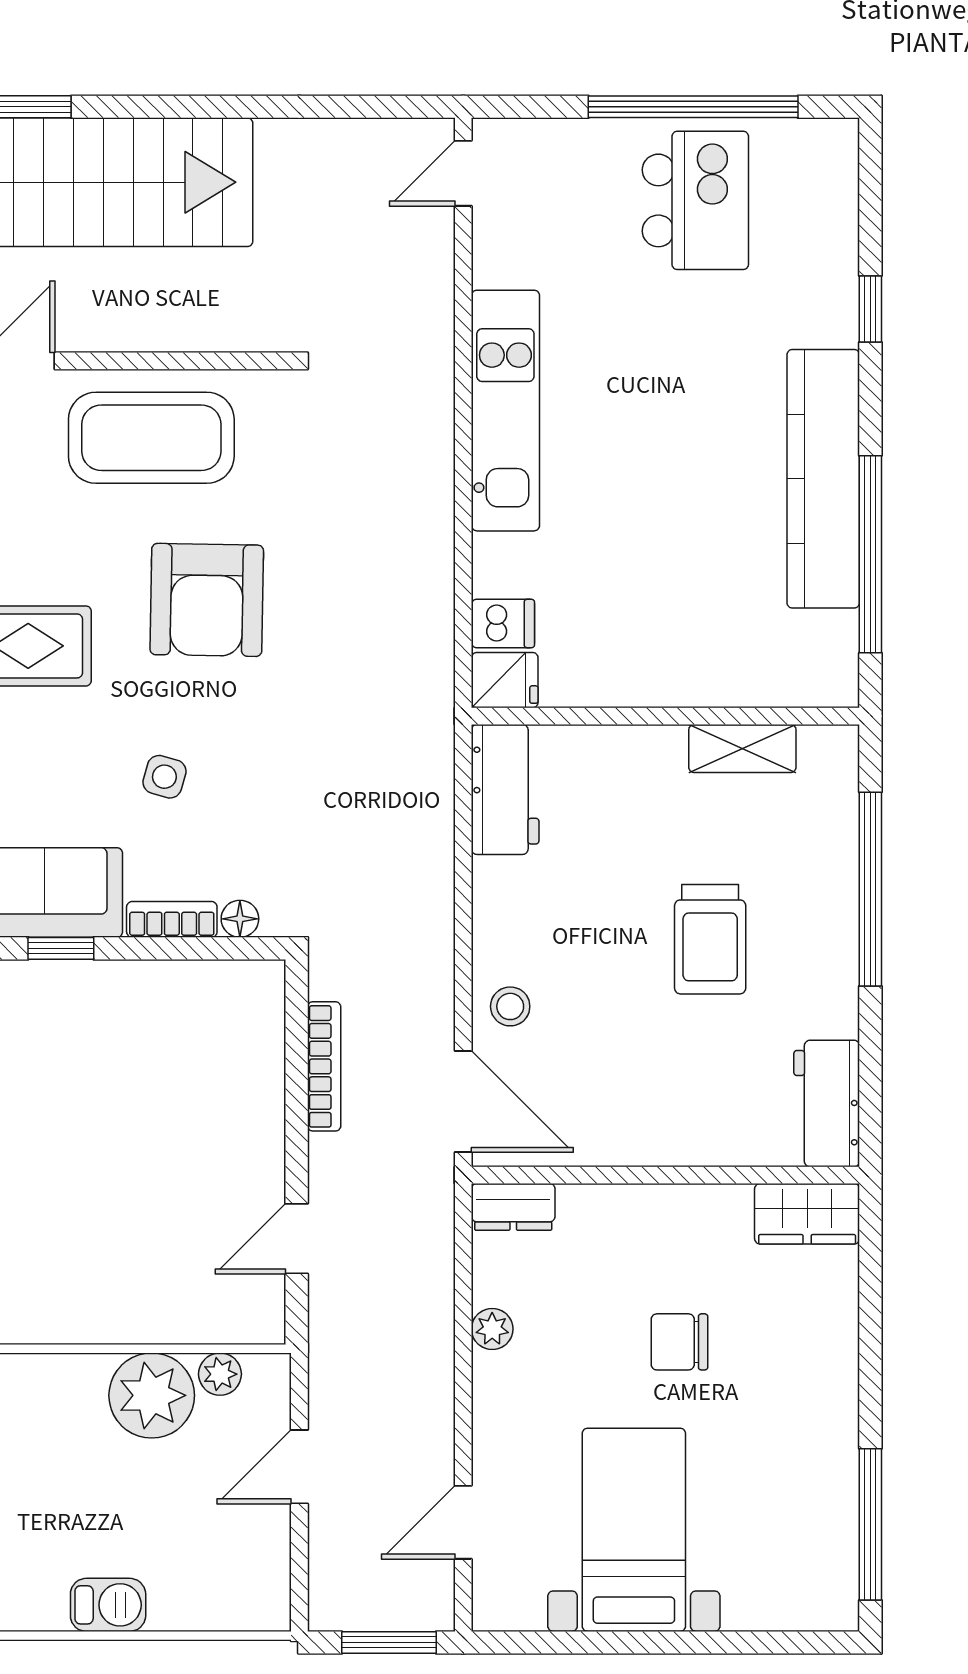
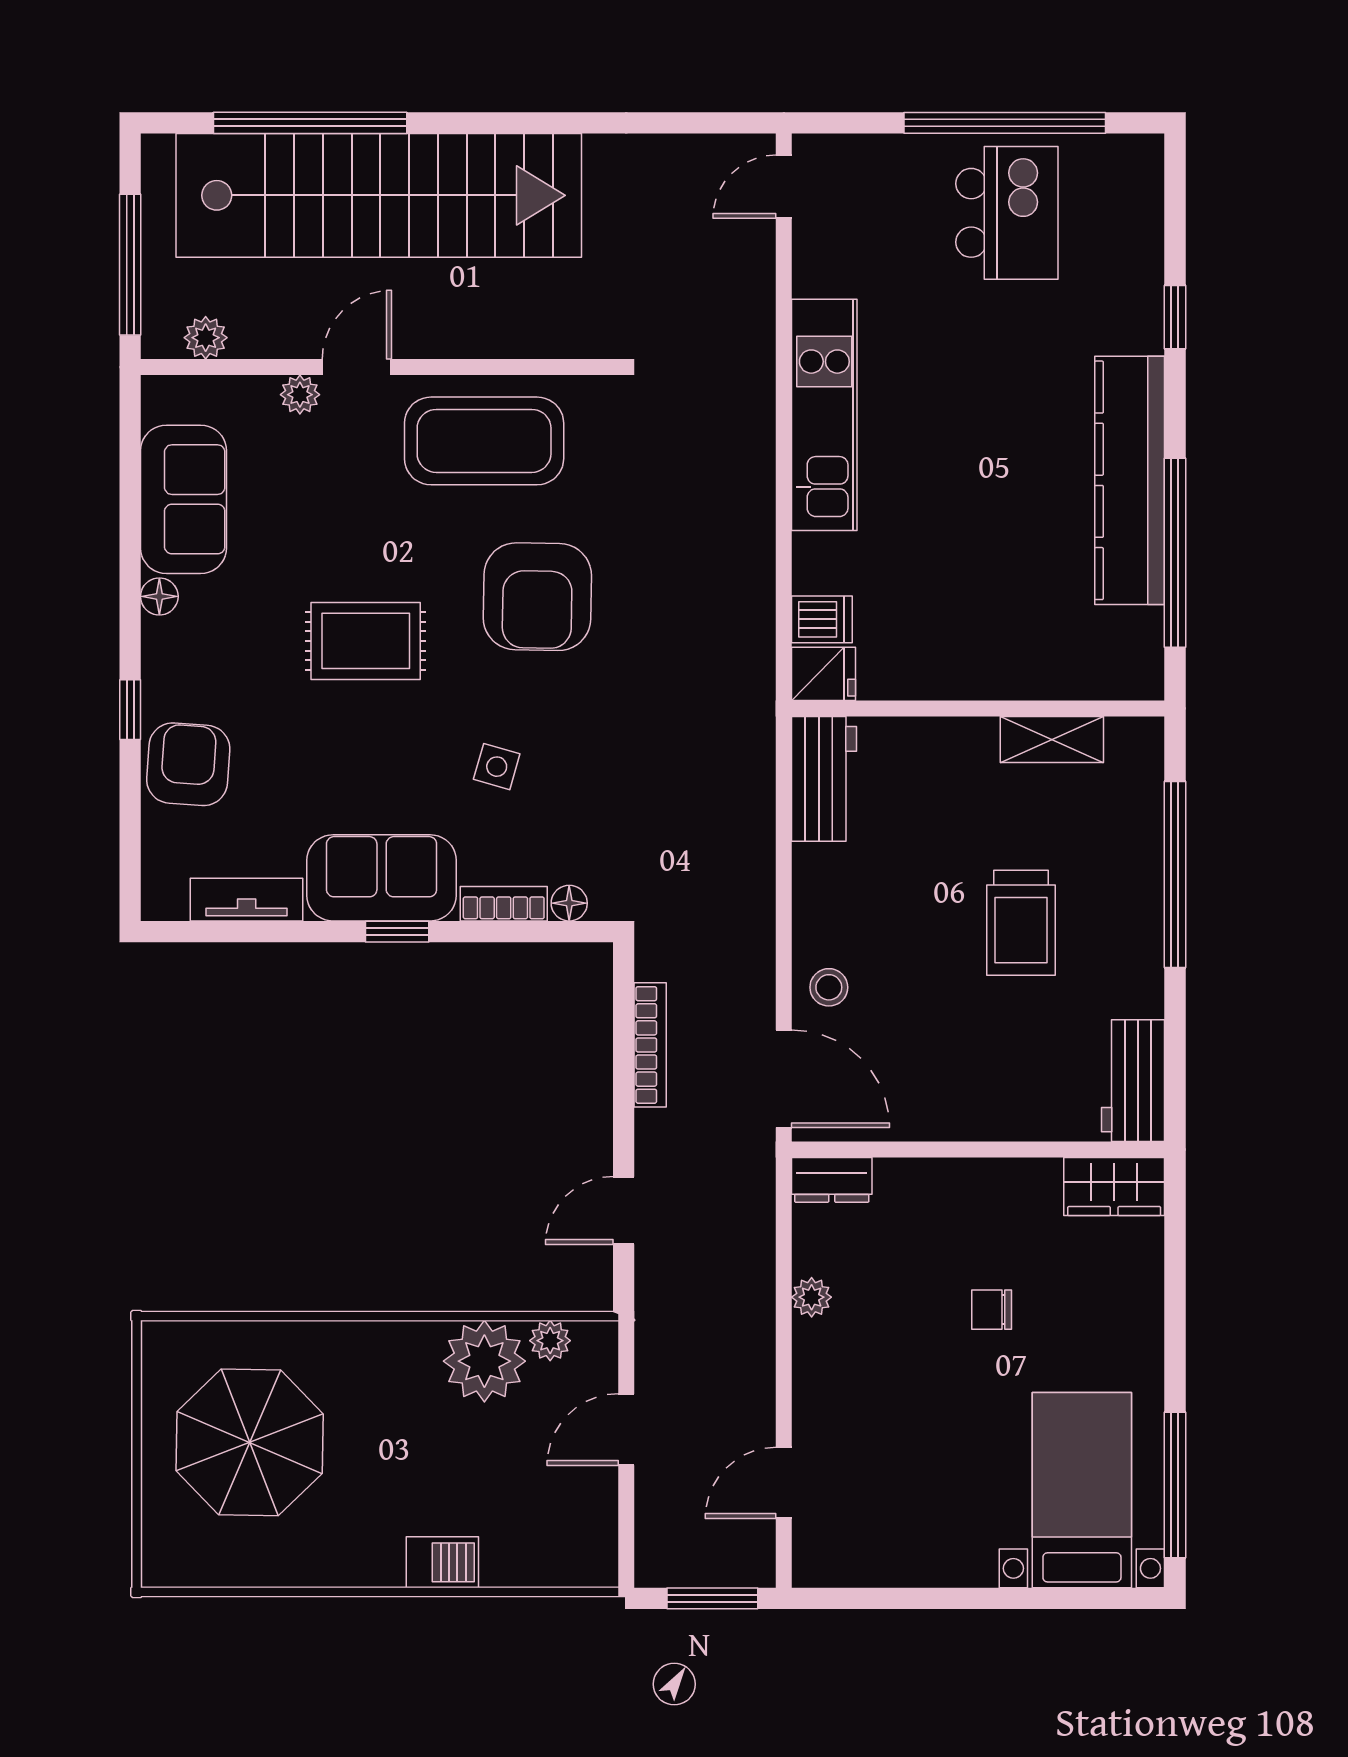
chair: (679, 1342) -> (992, 1310), width x0.73, depth x0.73
bed with nightstands: (634, 1530) -> (1082, 1490), moved

